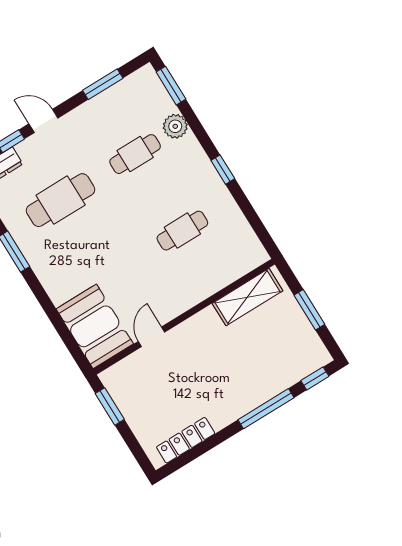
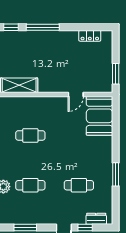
cafe table: (61, 200) -> (79, 185), width x0.73, depth x0.74
locker: (186, 440) -> (90, 36), width x0.66

